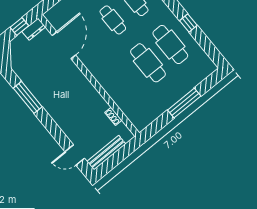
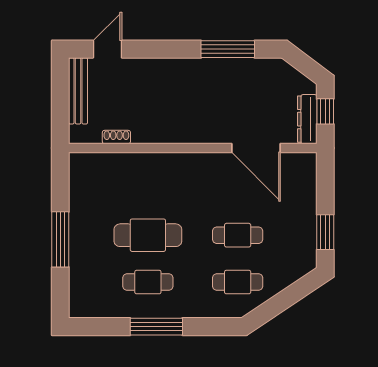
window: (188, 23) -> (156, 327), width x2.17
dresser: (34, 29) -> (307, 119), width x1.44
cafe table: (170, 45) -> (148, 282), width x0.73, depth x0.74

